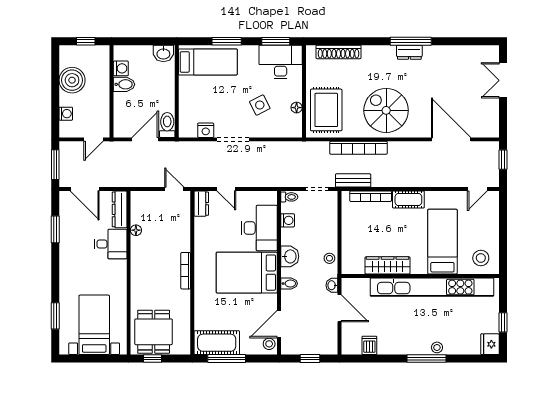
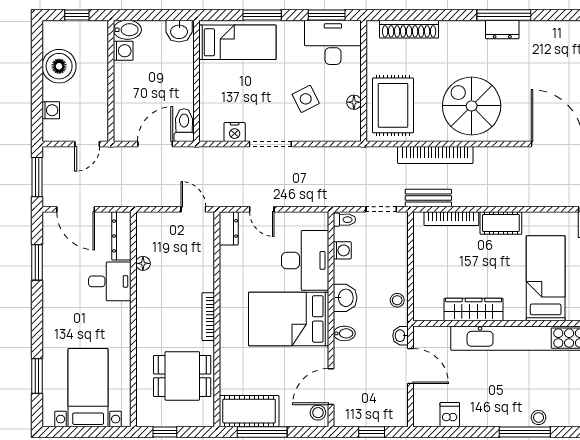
bidet: (124, 84) -> (127, 30), moved
dining table: (154, 332) -> (182, 376), moved, turned 90

